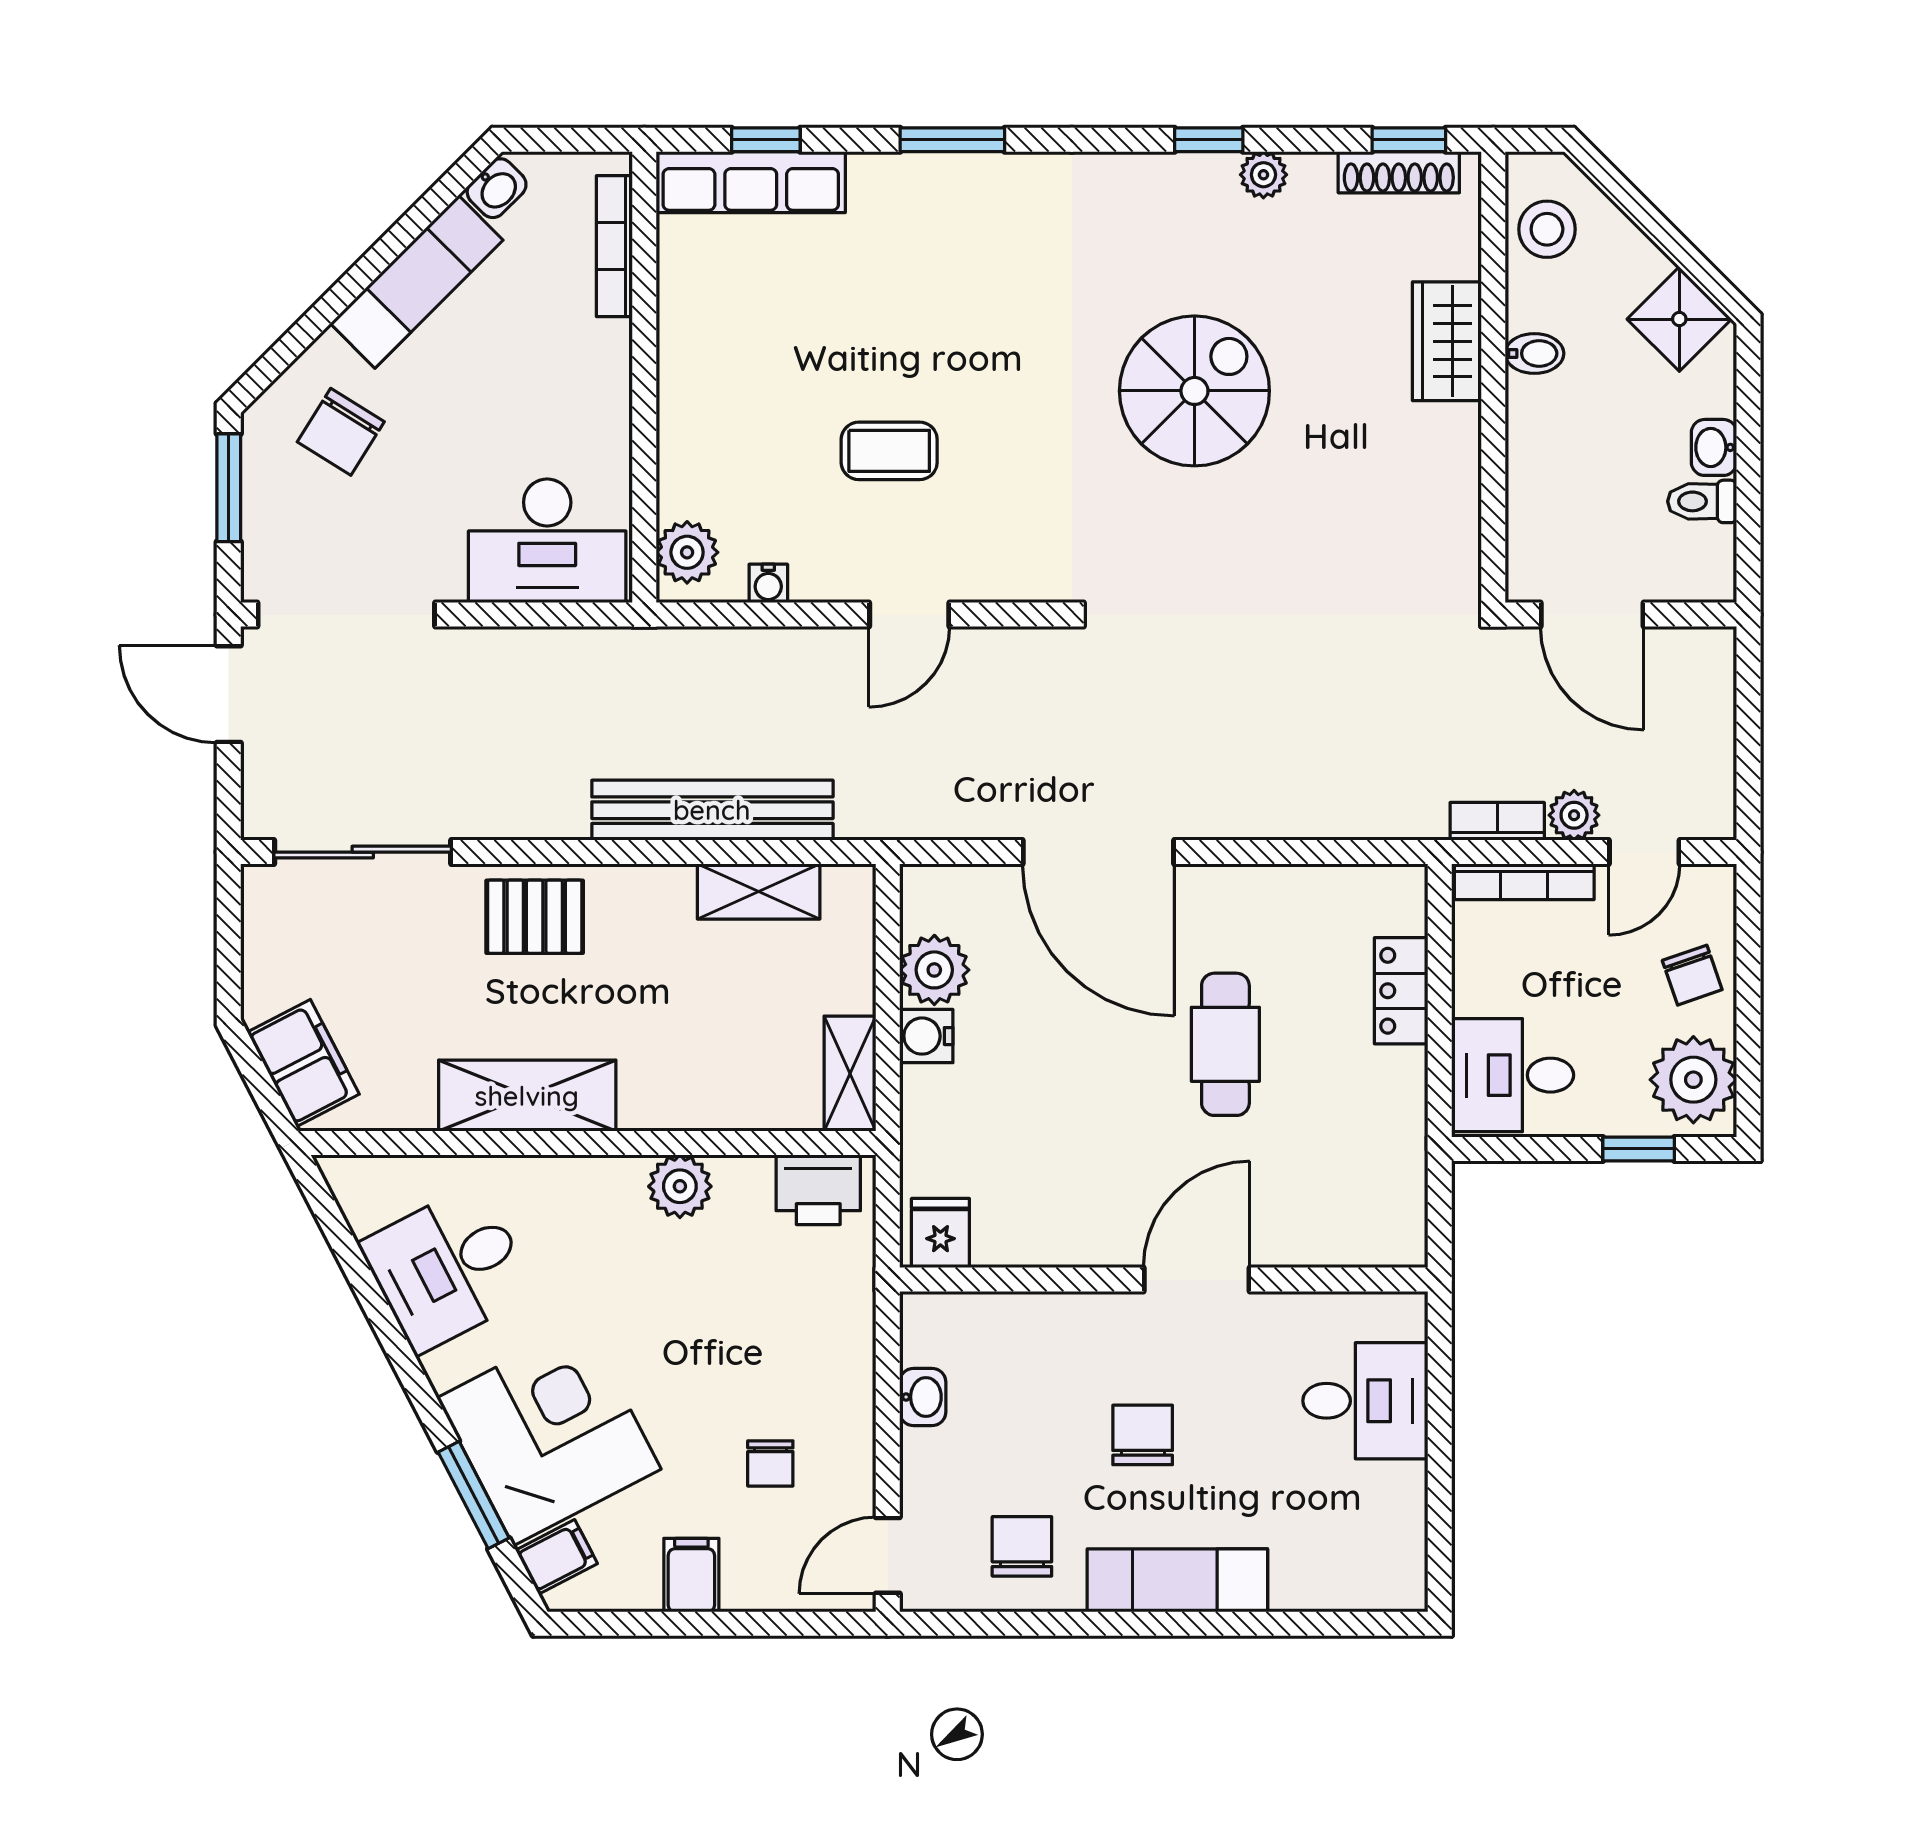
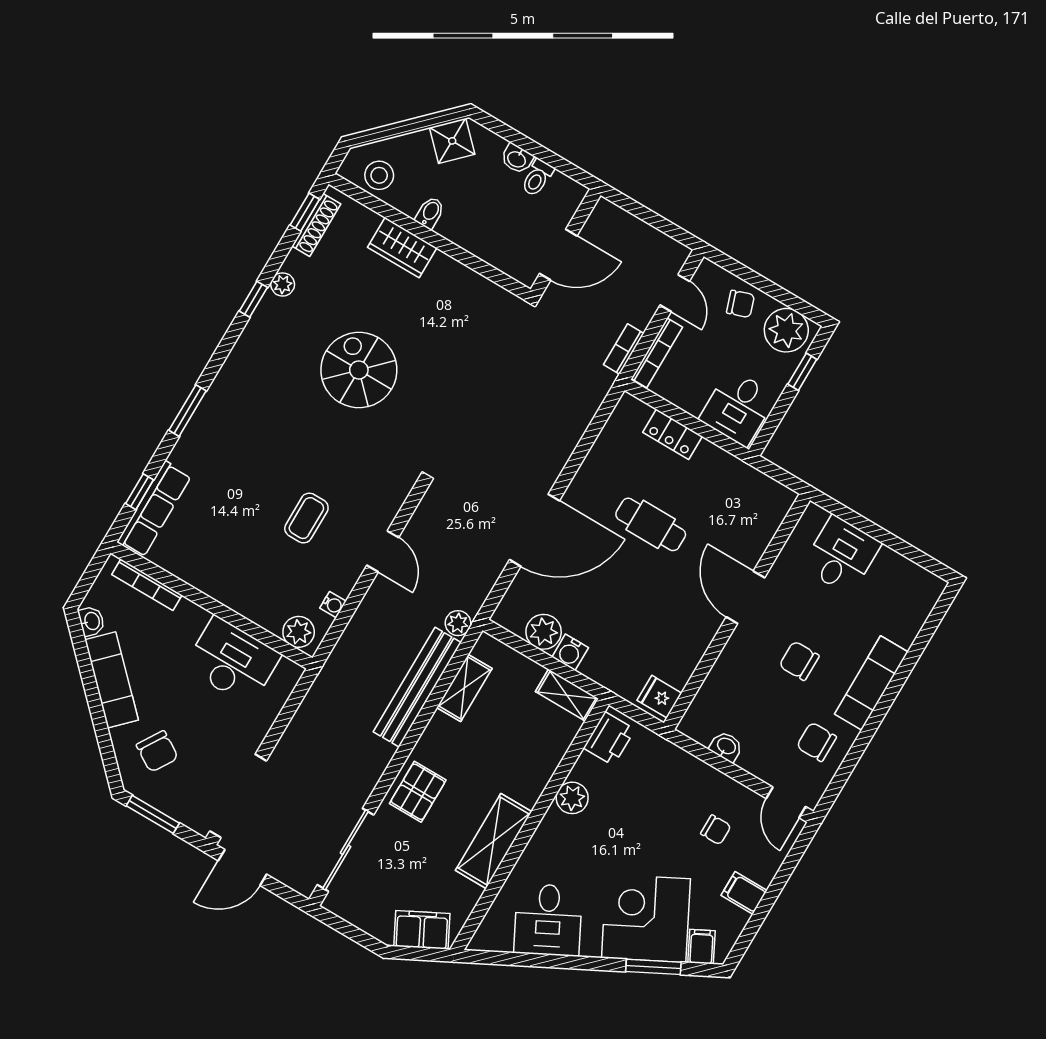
desk: (547, 541) -> (232, 661), moved, turned -90
plant: (1574, 815) -> (458, 623), moved

